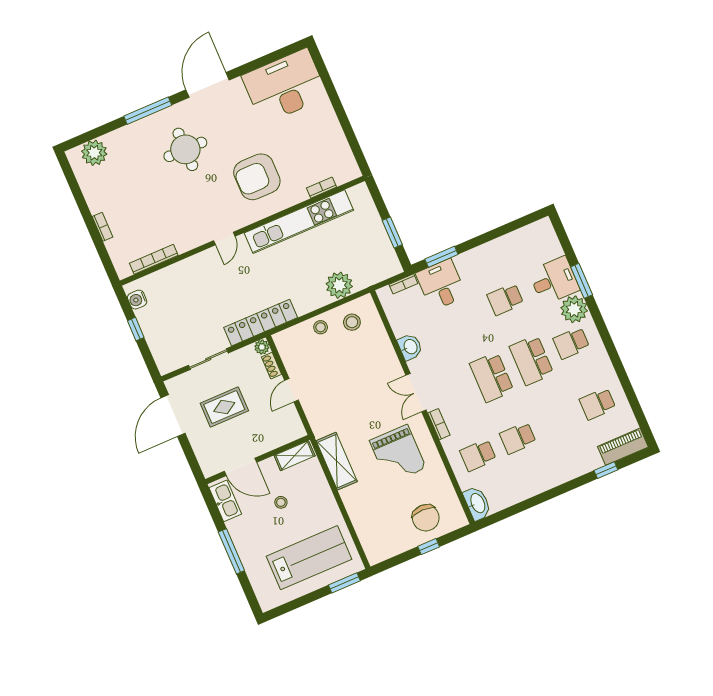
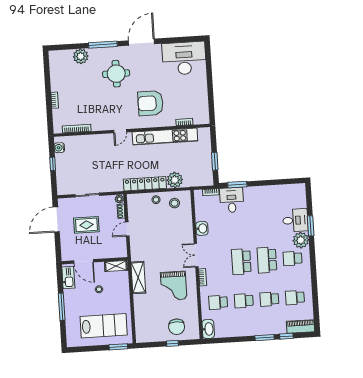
plant: (94, 153) -> (81, 56), moved
school desk: (505, 299) -> (269, 299), moved
locker: (261, 323) -> (145, 184), moved
window: (572, 485) -> (265, 338), added

